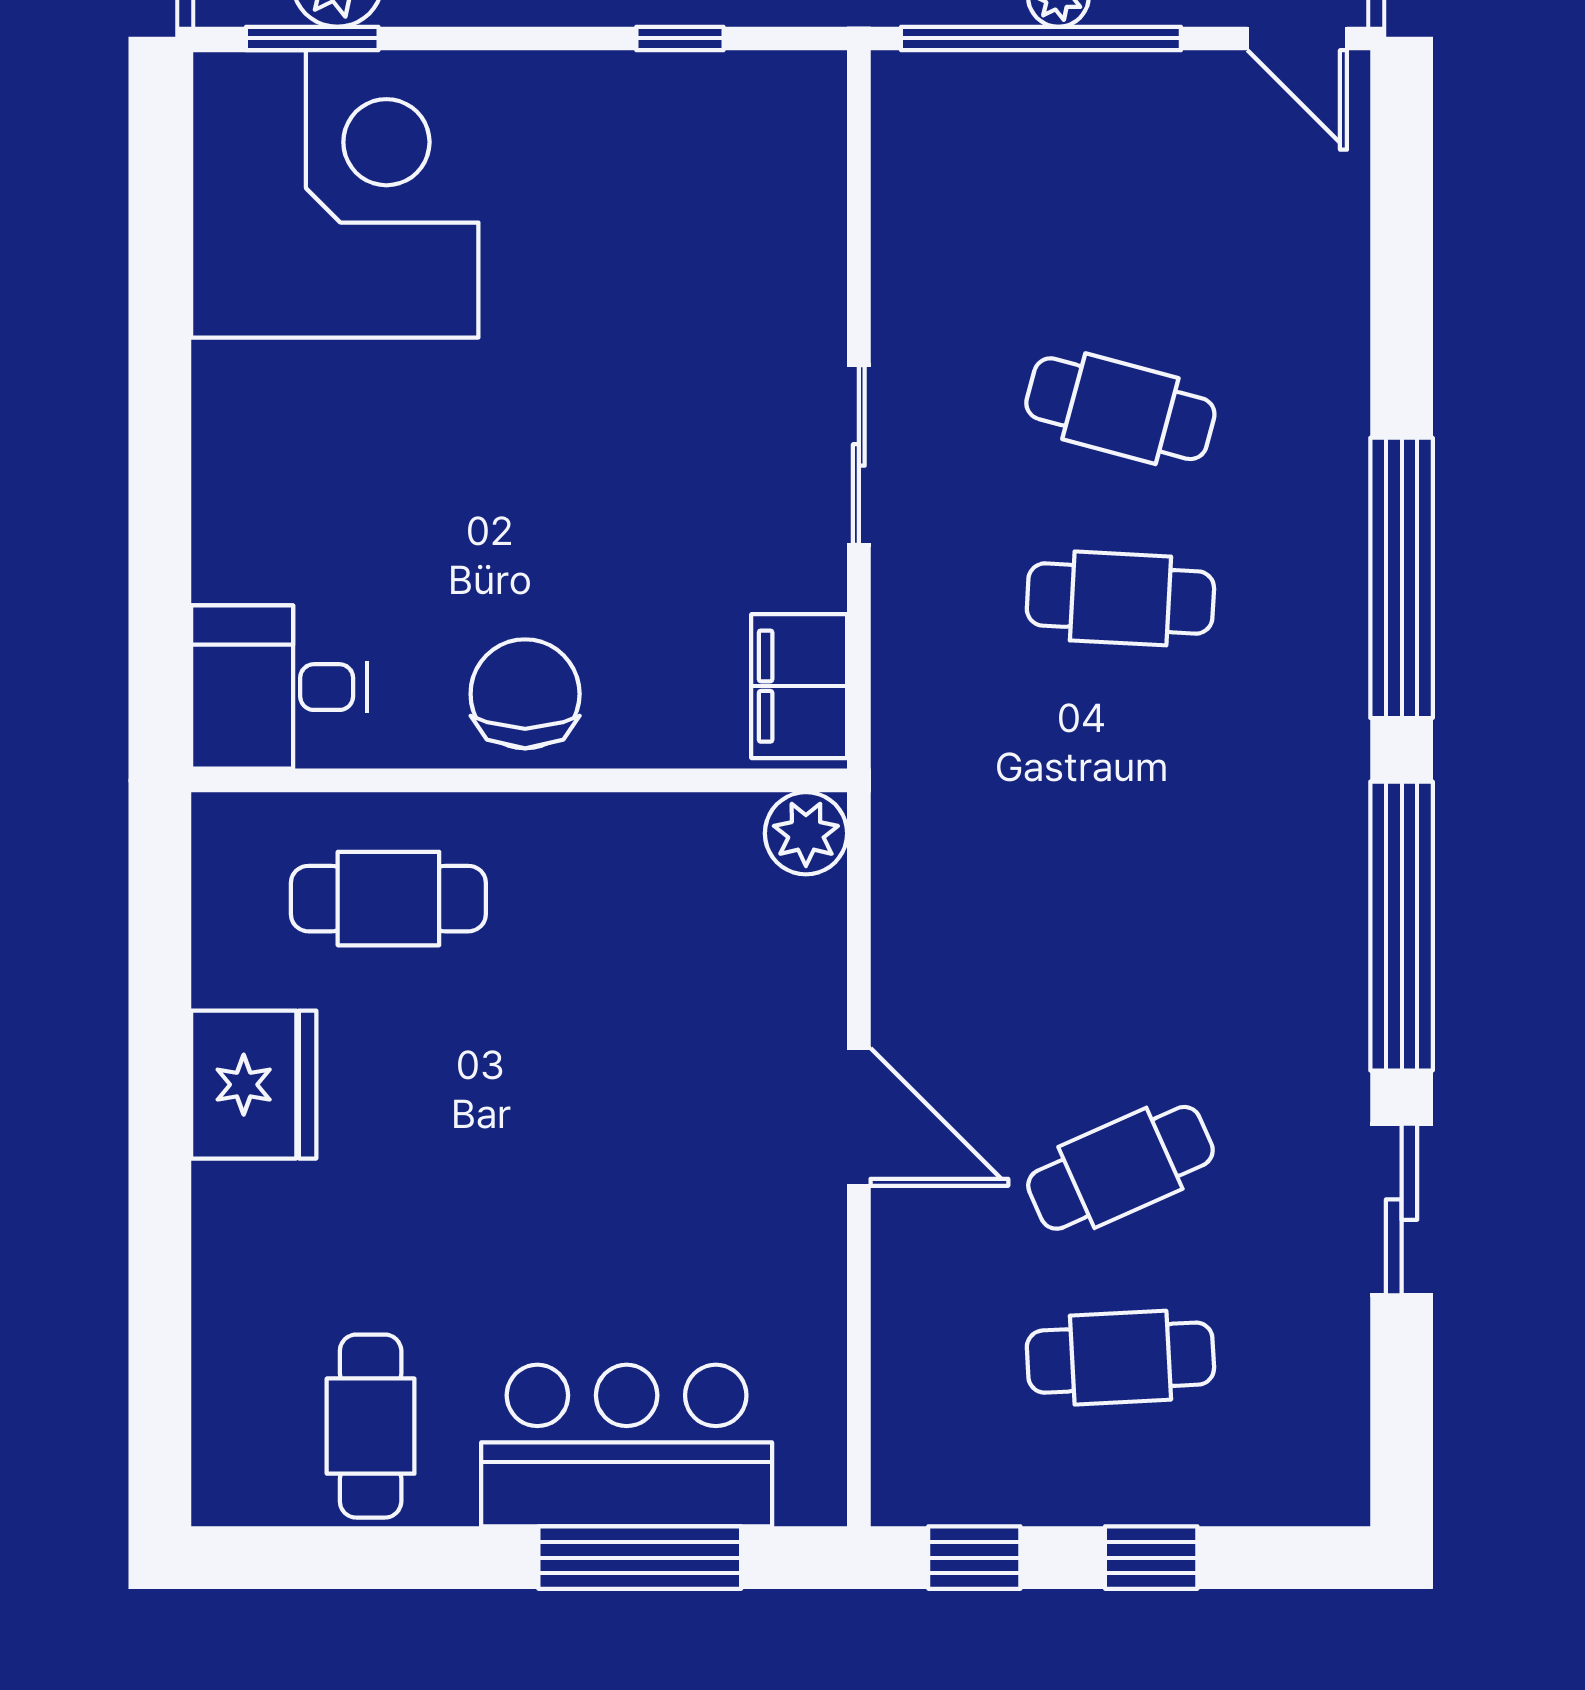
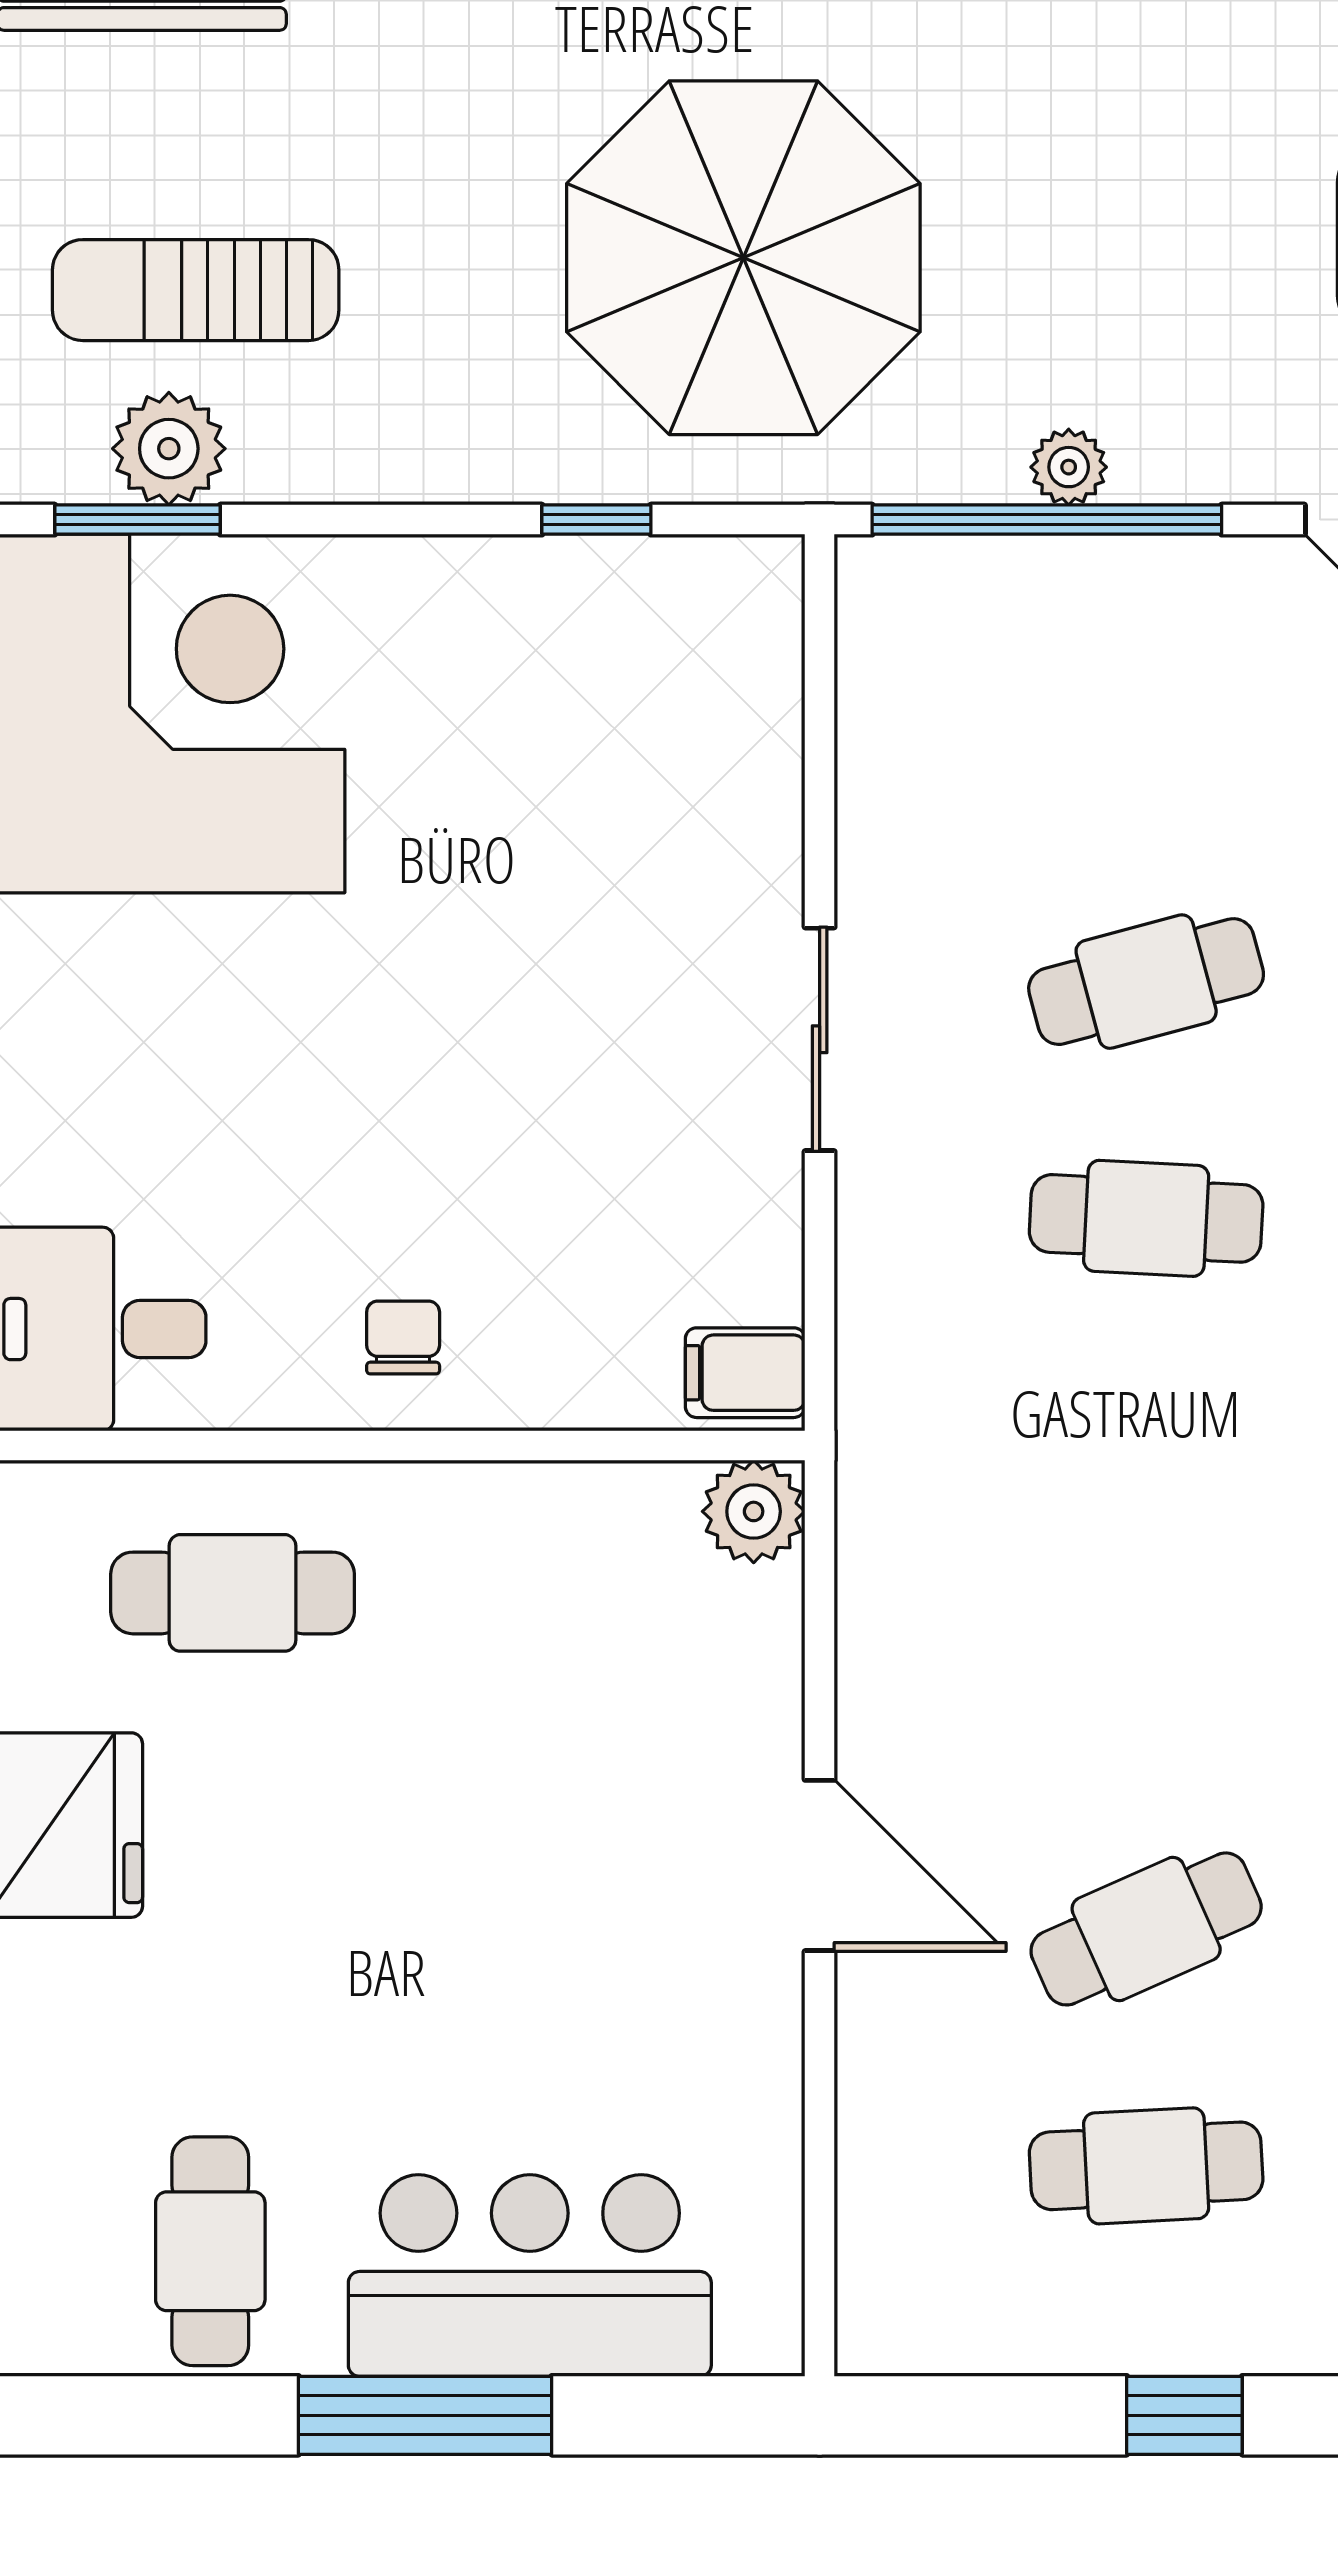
cafe table: (1120, 409) -> (1146, 982), turned -30
filing cabinet: (799, 686) -> (745, 1373), width x0.50
chair: (525, 694) -> (403, 1337), width x0.54, depth x0.54
window: (640, 1558) -> (425, 2415), moved
window: (974, 1558) -> (964, 2415), removed

